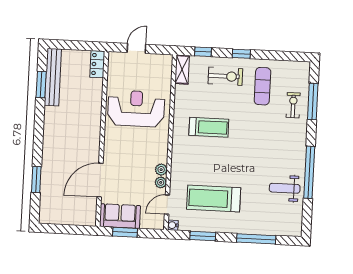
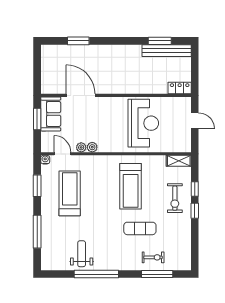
window: (203, 52) -> (195, 189), moved
exercise mat: (262, 86) -> (140, 228), moved
treadmill: (209, 127) -> (131, 186), width x1.37, depth x1.38

